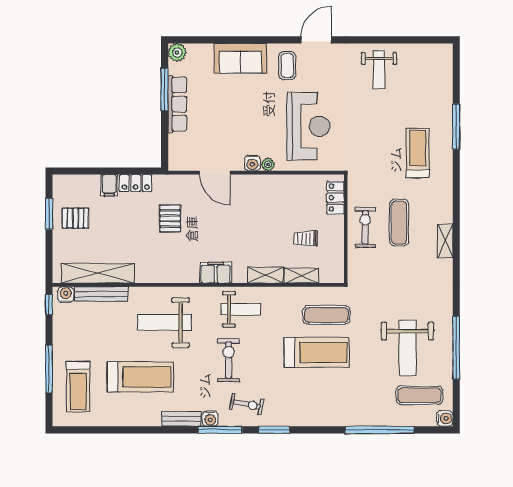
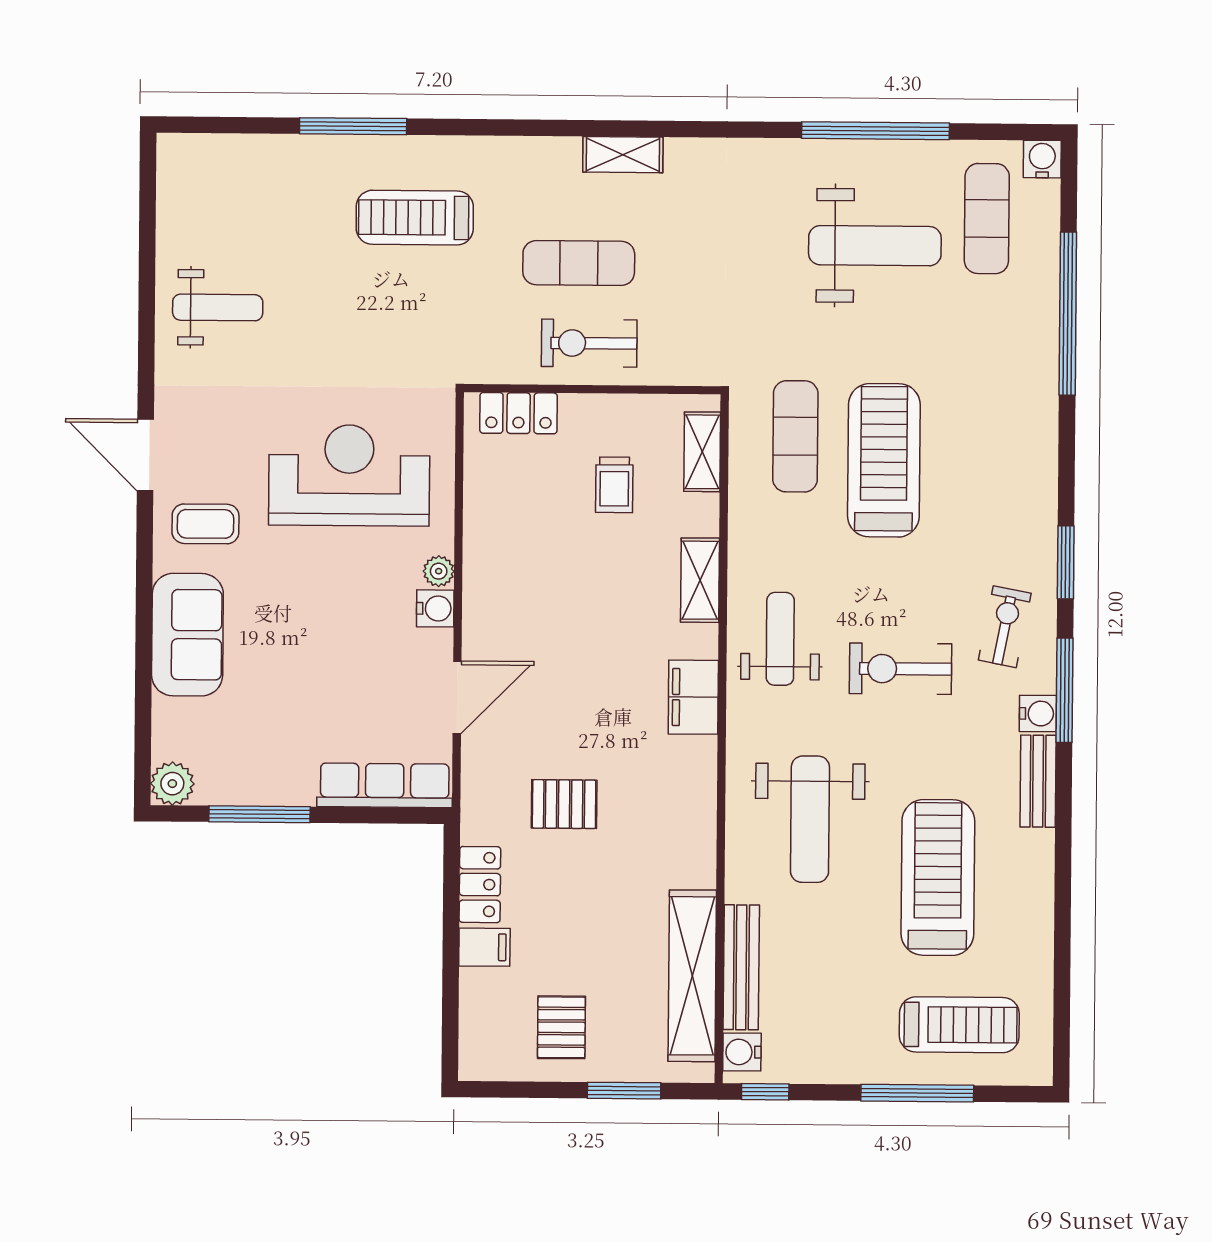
row of seats: (177, 104) -> (385, 785), moved
window: (49, 214) -> (624, 1091), moved
shelving: (301, 276) -> (702, 452), moved

